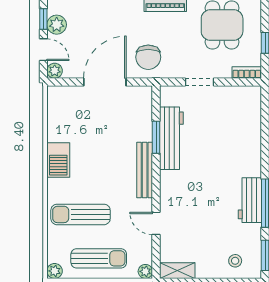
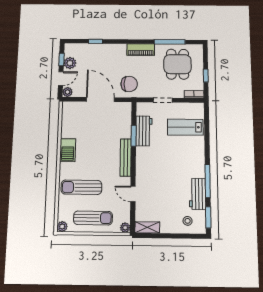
door: (43, 50) -> (61, 79), hinge flipped
chair: (148, 57) -> (129, 84), turned -90
door: (105, 82) -> (100, 99), hinge flipped
lab bench: (233, 123) -> (185, 127), added
workbench: (171, 138) -> (144, 131), width x0.73
workbench: (250, 200) -> (197, 194), moved

